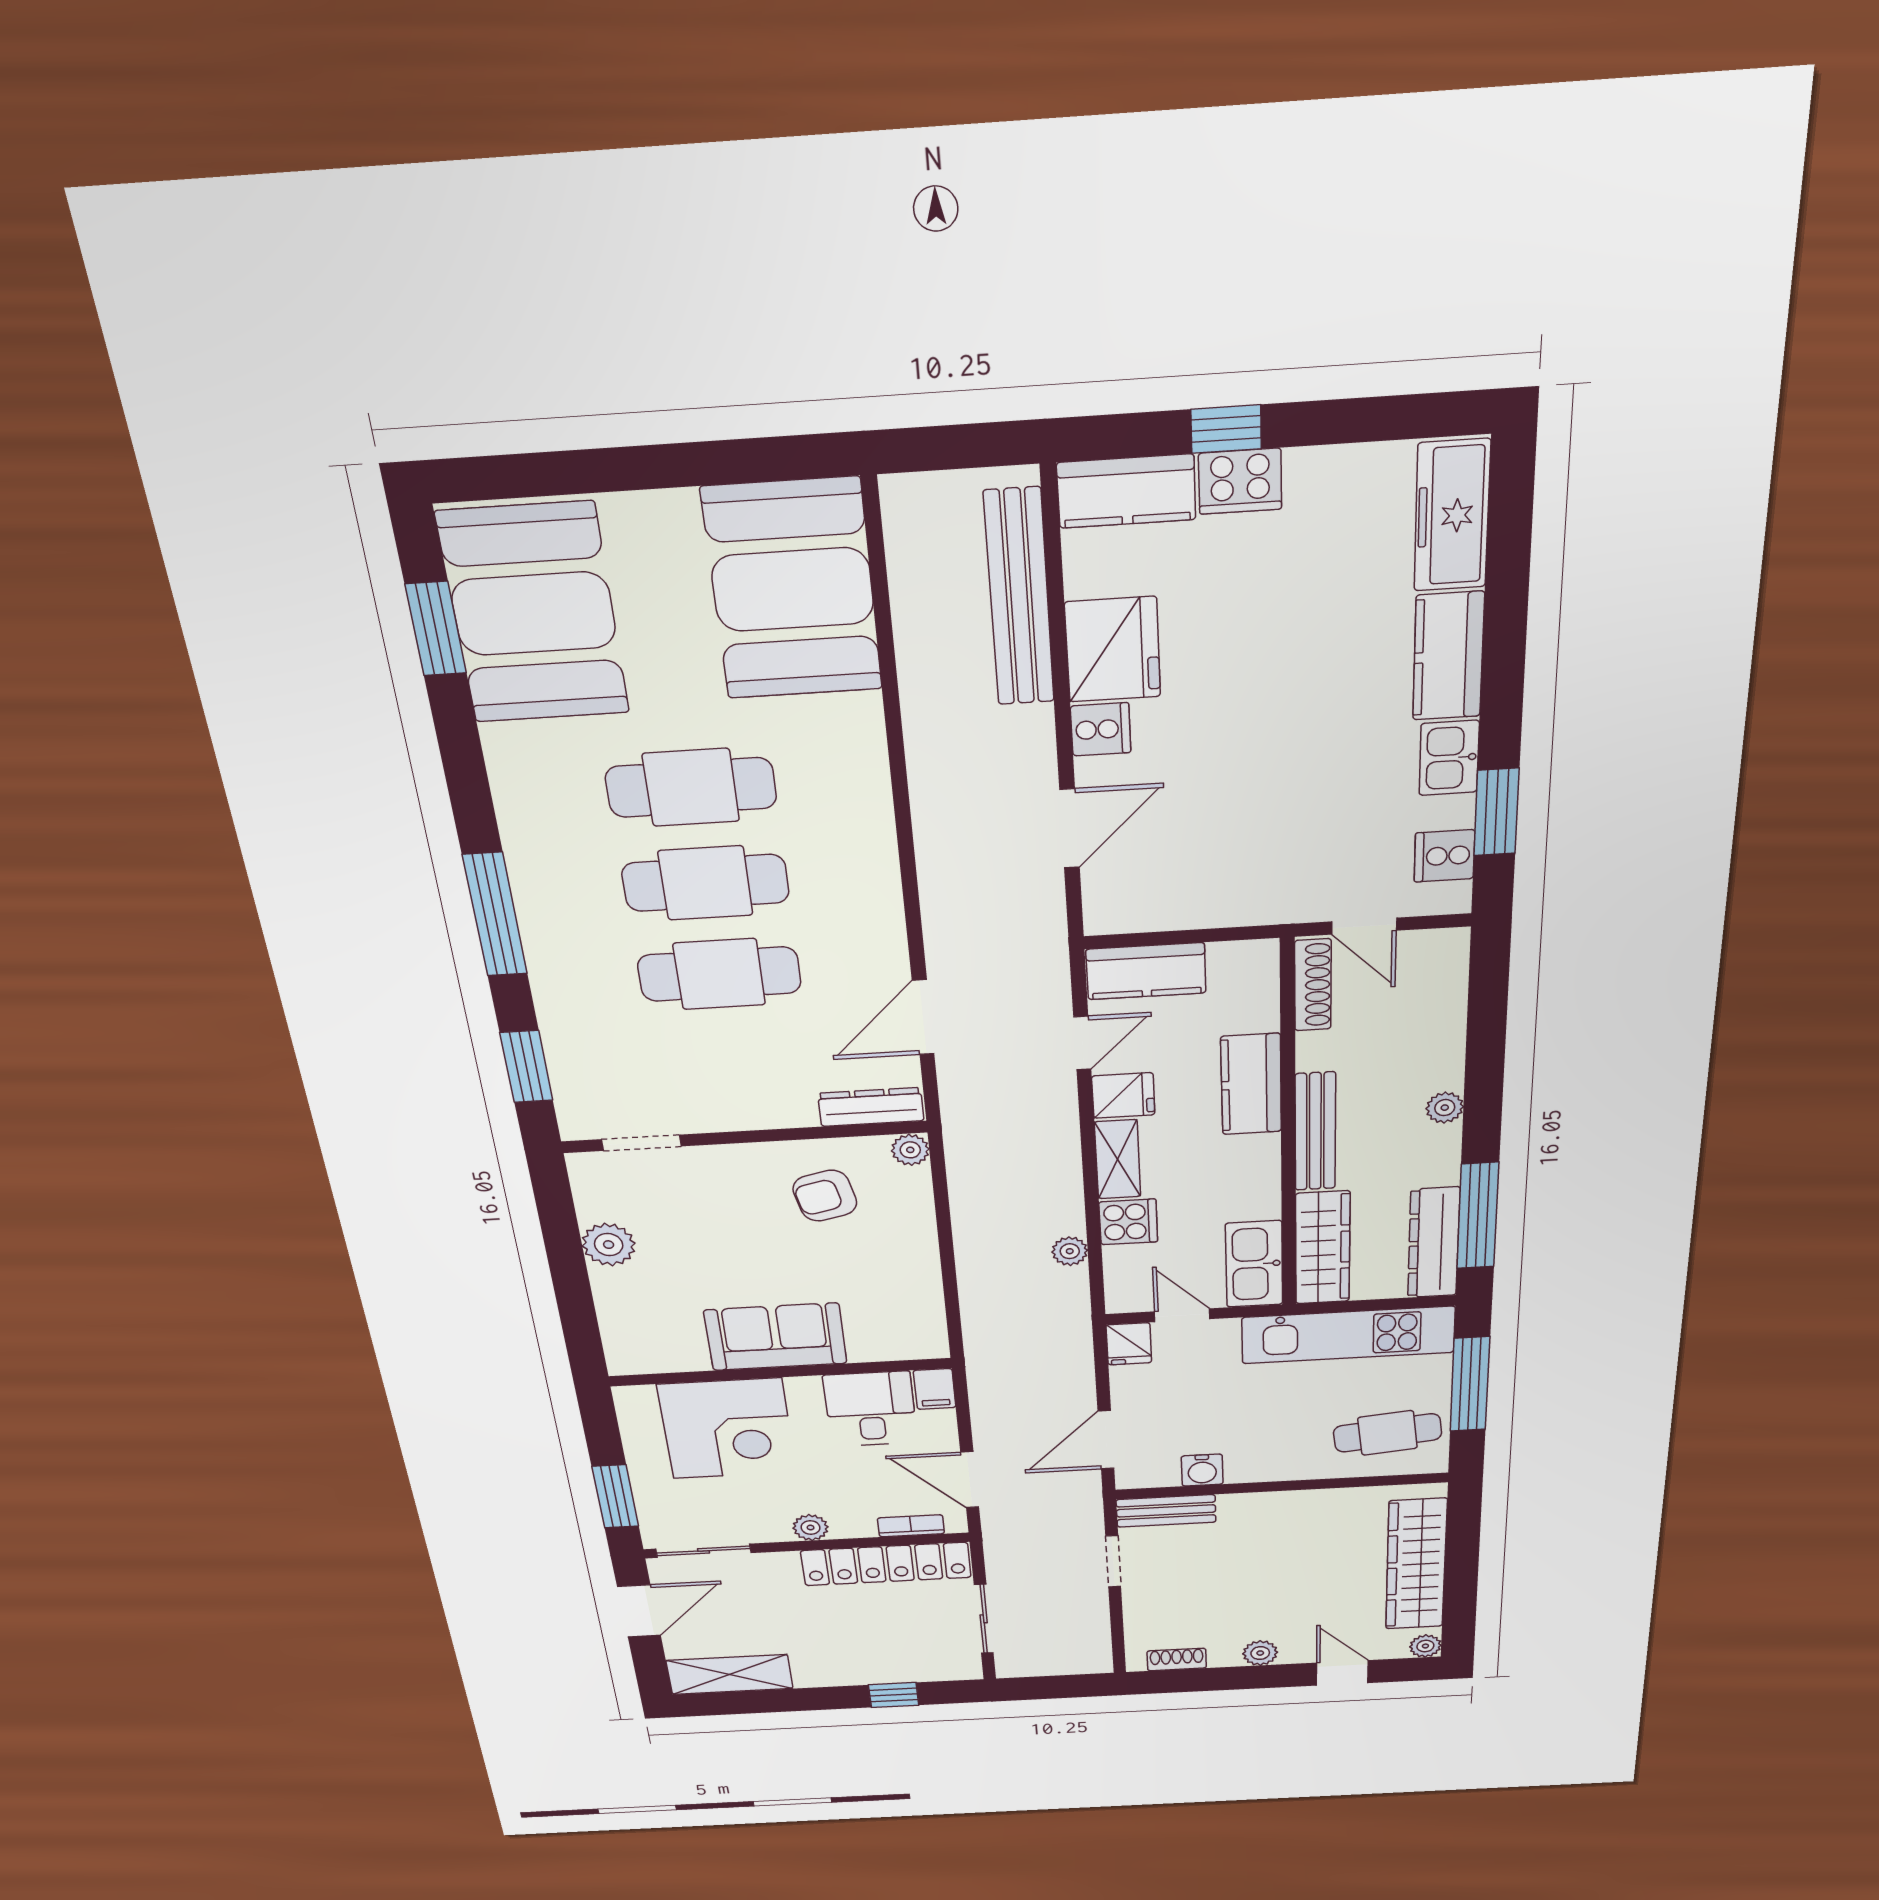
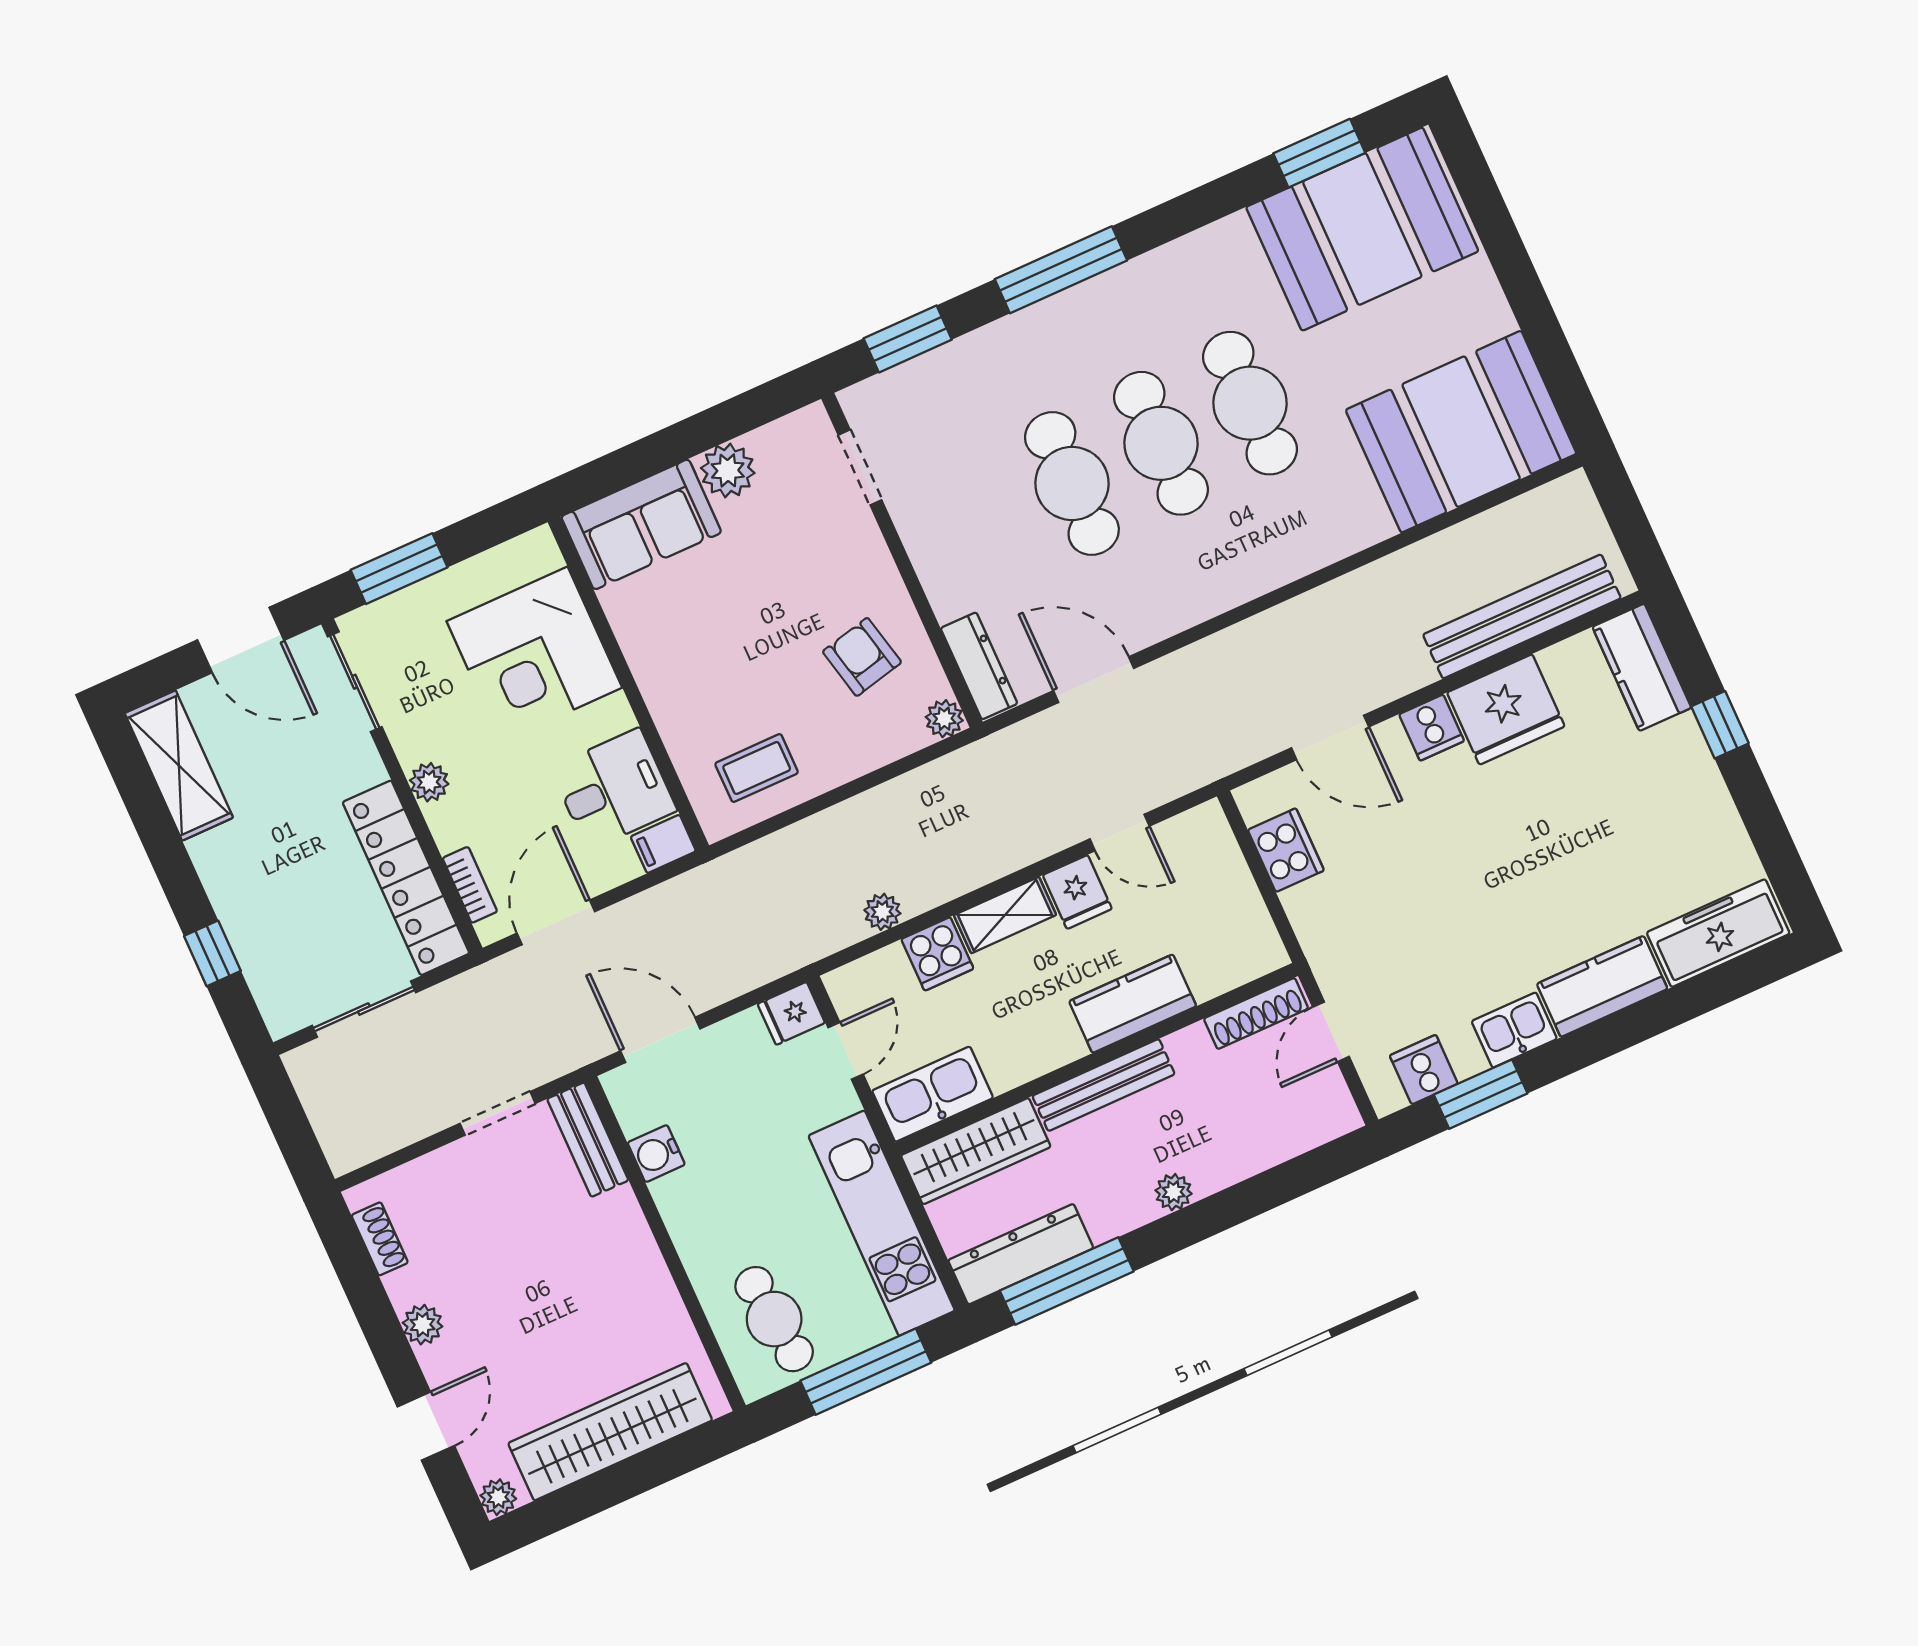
cooker: (1240, 481) -> (1286, 850), moved, turned 180
kitchen counter: (1146, 971) -> (1215, 860), removed
coffee table: (896, 1304) -> (757, 768), added
sofa: (775, 1337) -> (641, 524), moved, turned 90

